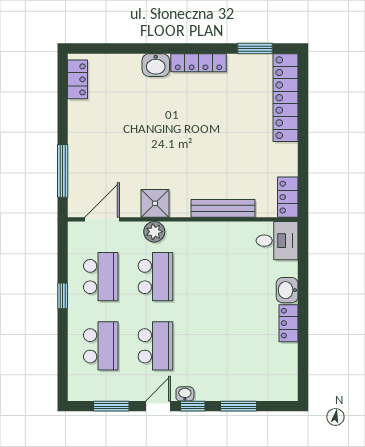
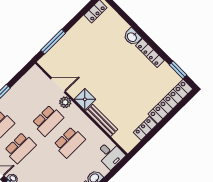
locker: (288, 197) -> (145, 128), moved
shower: (155, 203) -> (85, 99), moved
door: (102, 219) -> (58, 85), moved
school desk: (101, 277) -> (69, 142), moved

